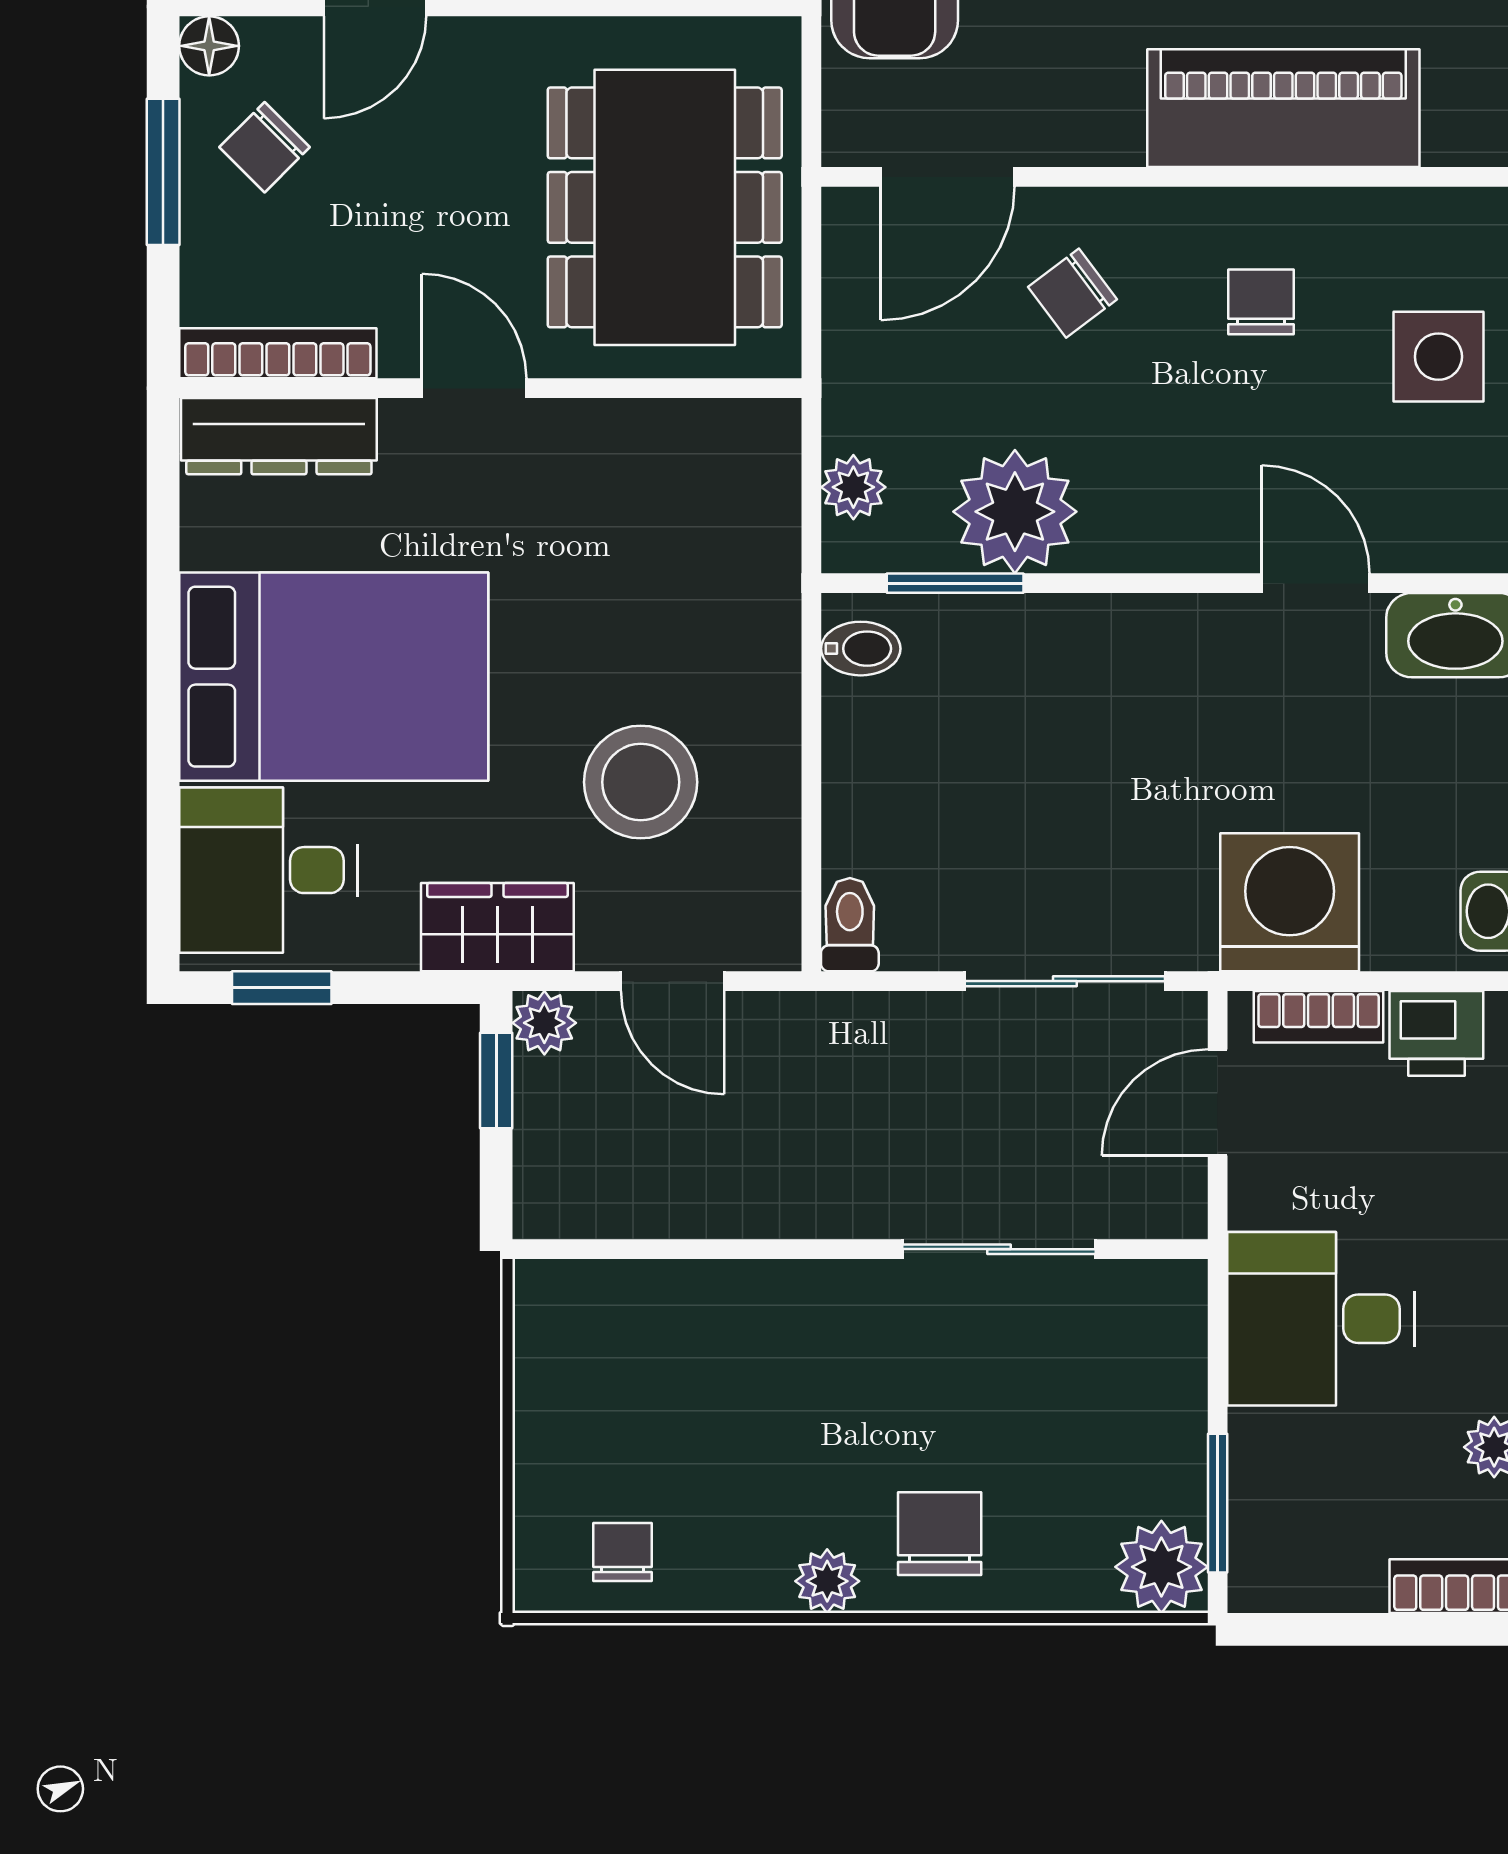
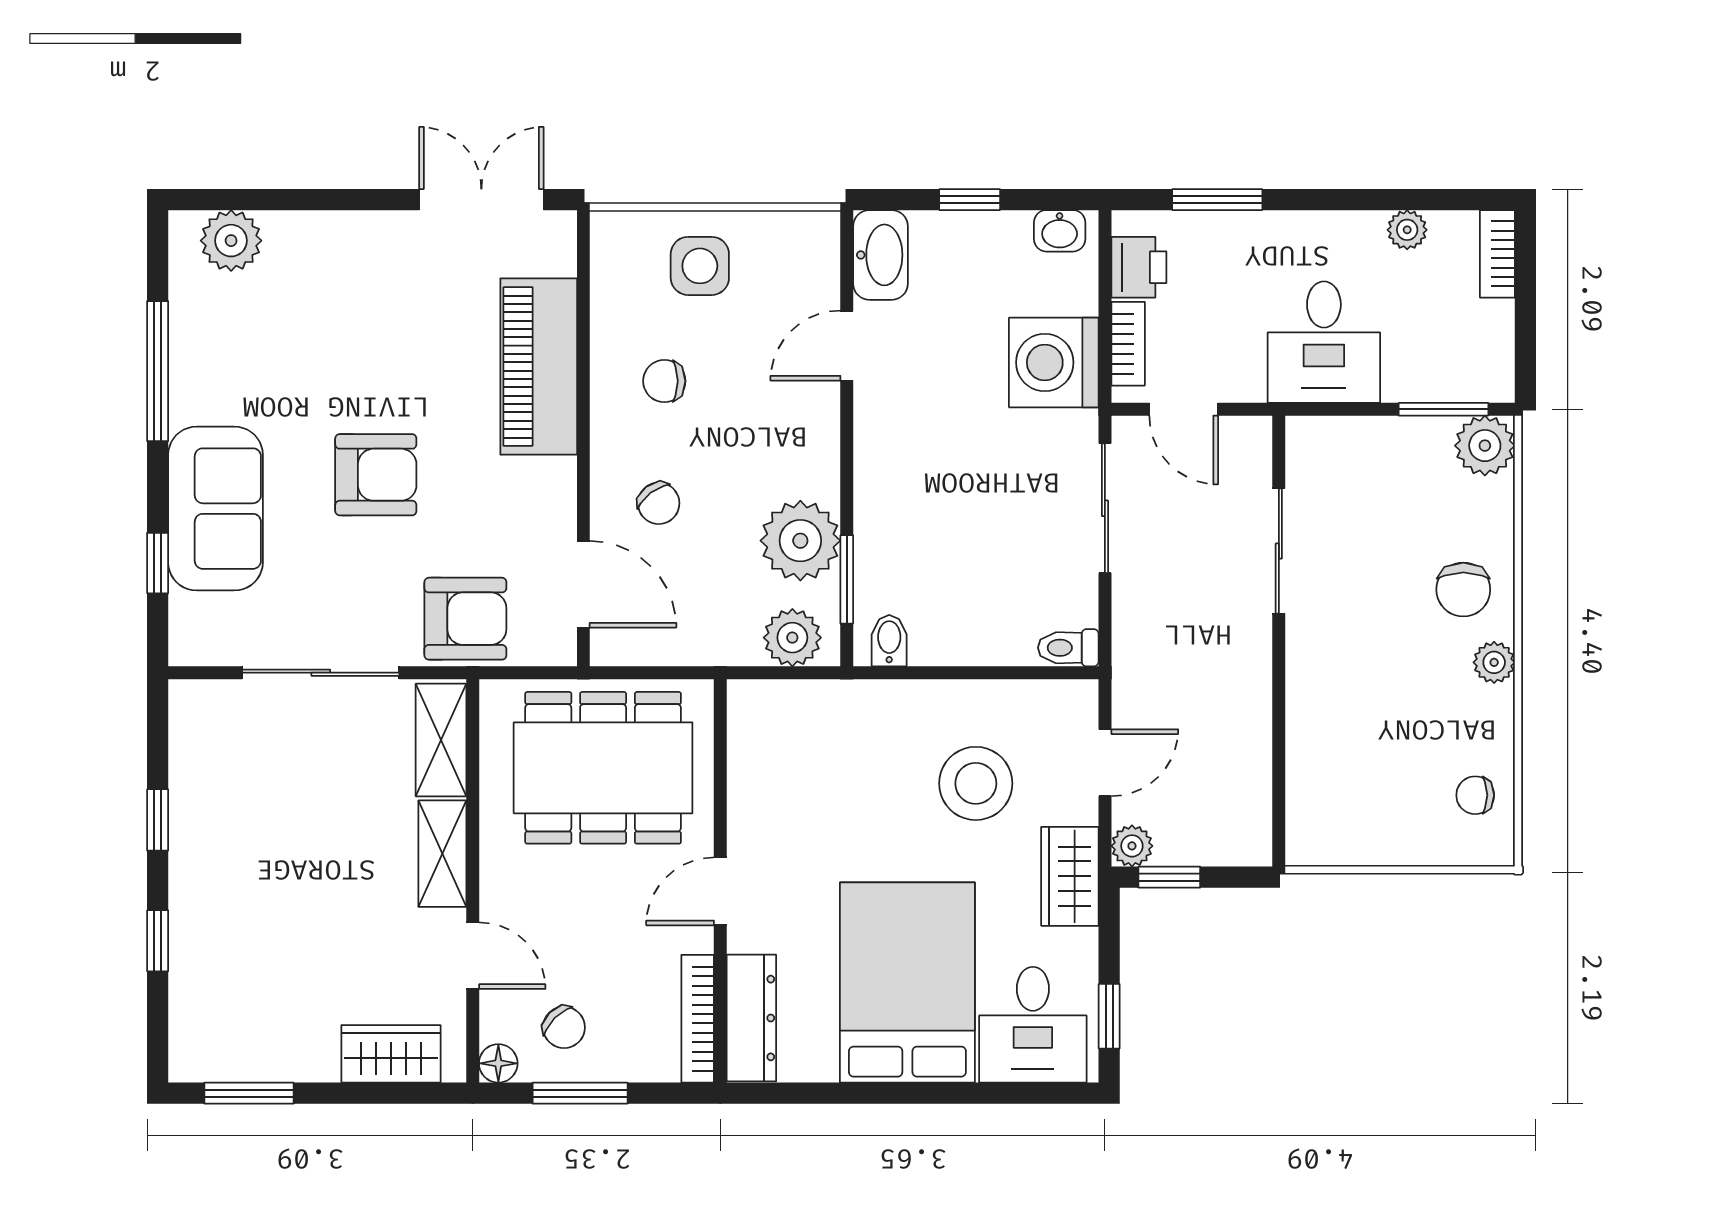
plant: (853, 487) -> (792, 638), width x1.38, depth x1.38
chair: (940, 1534) -> (1463, 590), turned -90

